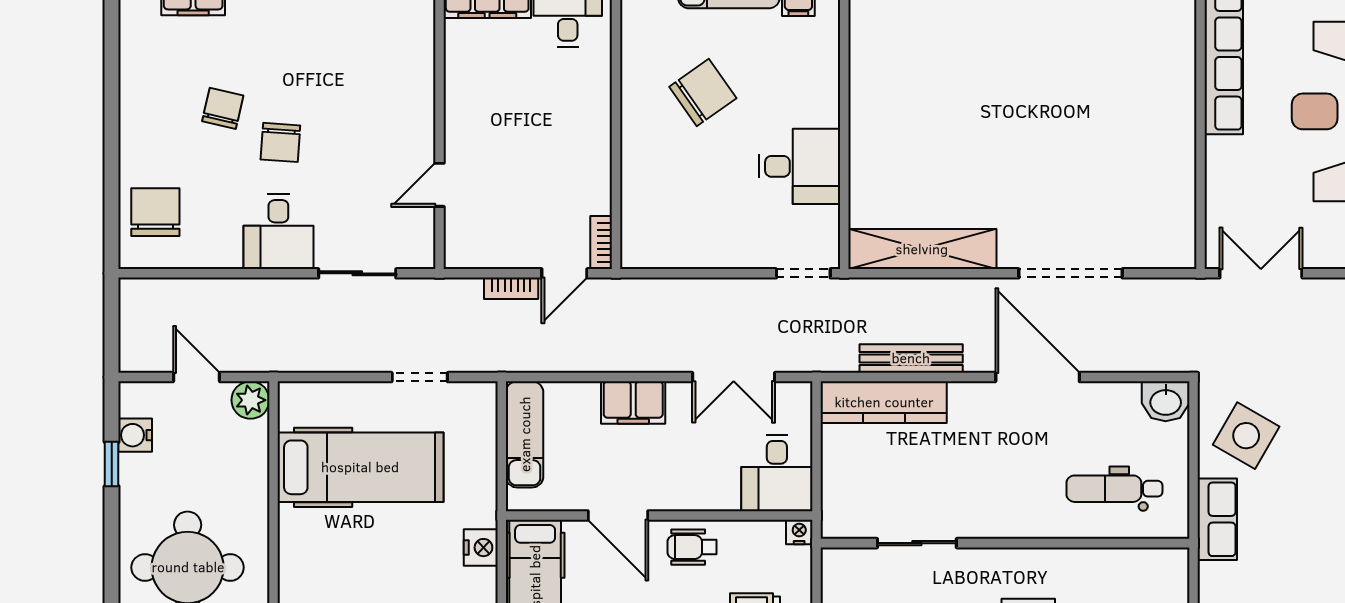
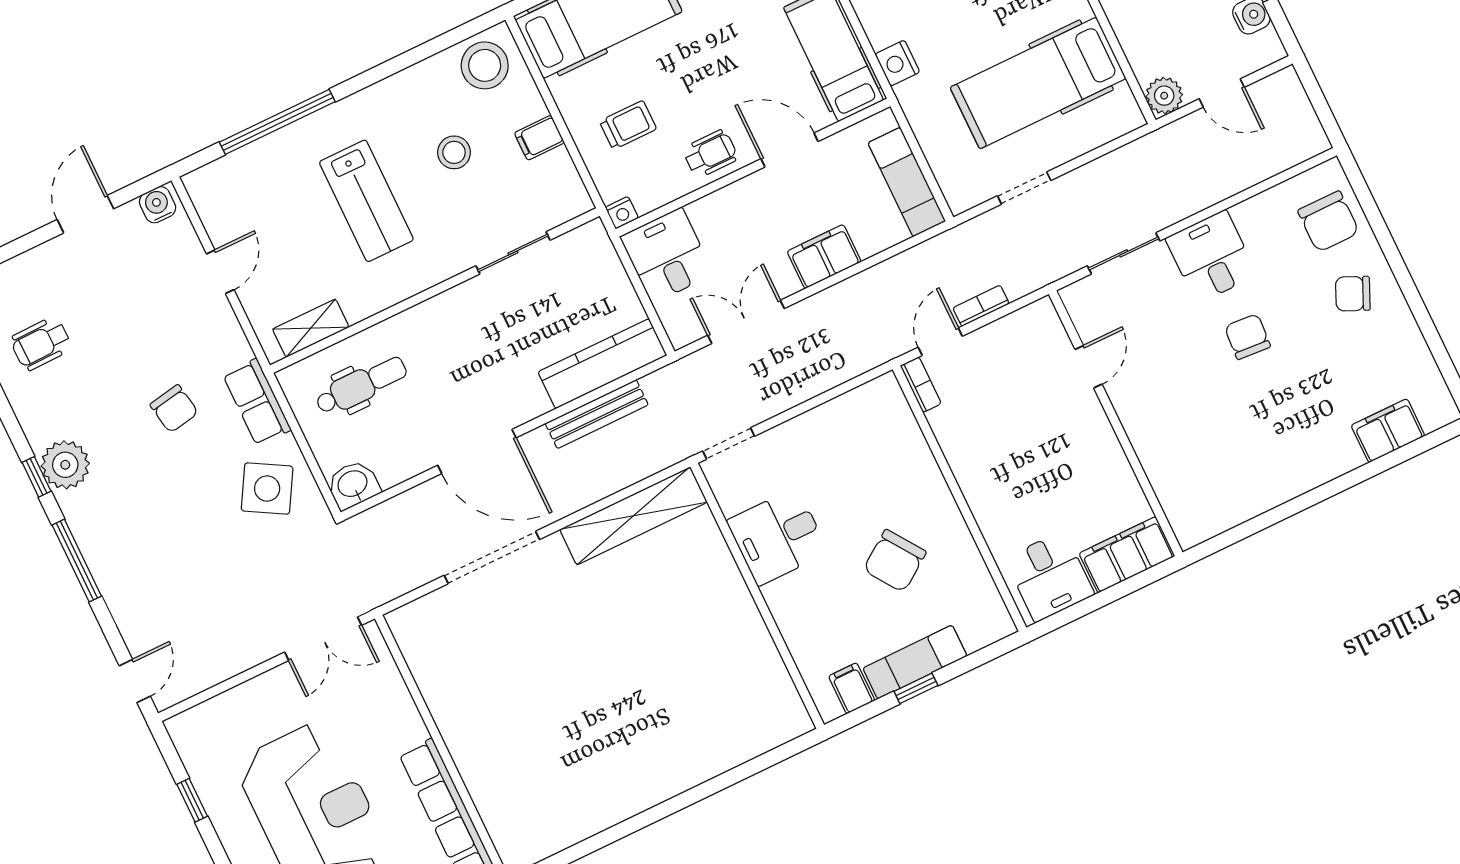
chair: (223, 108) -> (1353, 294), moved, turned 101
chair: (1296, 550) -> (174, 409), added
shelving: (1135, 563) -> (311, 328), added

